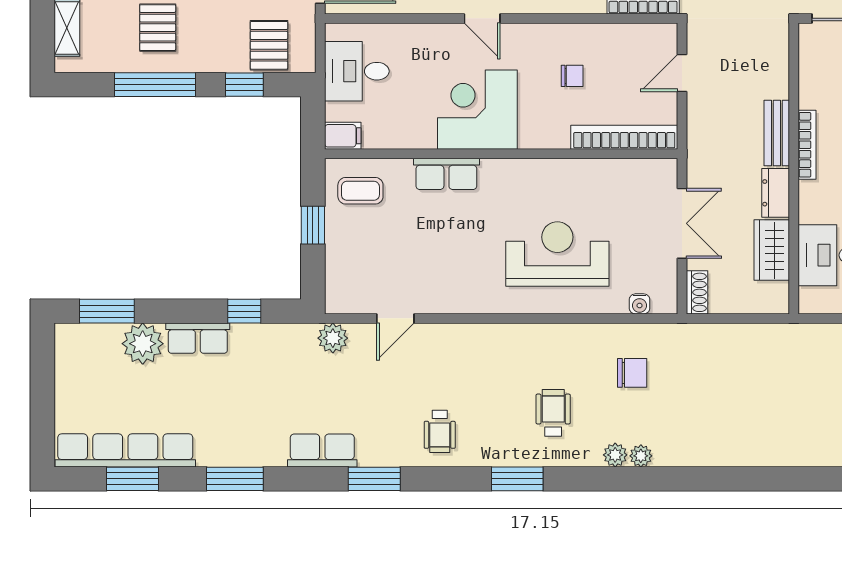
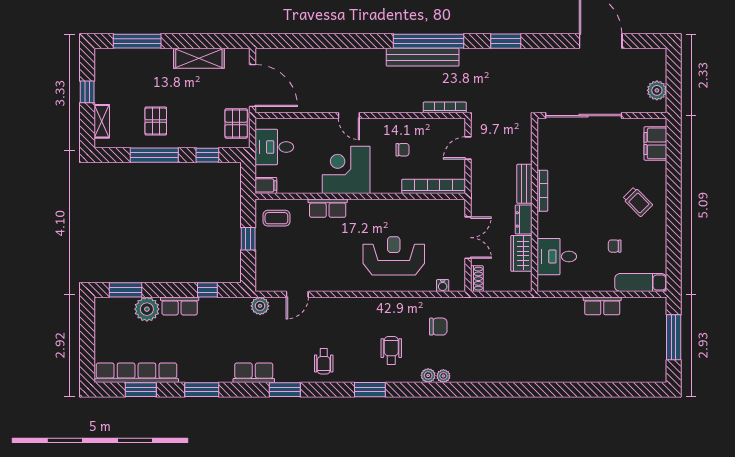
pallet: (269, 45) -> (236, 123), moved

